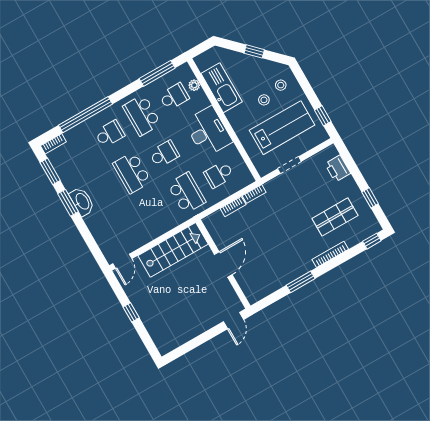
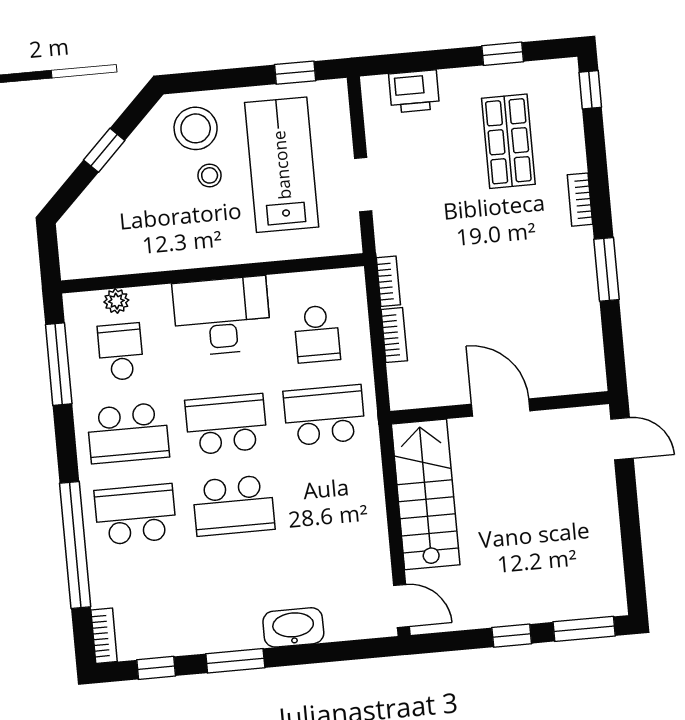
stool: (281, 85) -> (196, 128), width x1.89, depth x1.89
kitchen sink: (222, 88) -> (146, 249), removed
school desk: (110, 134) -> (135, 514), width x1.85
school desk: (164, 154) -> (226, 424), width x1.85
window: (50, 171) -> (156, 668), width x0.67
washbasin: (82, 202) -> (293, 627), moved
bookcase: (330, 254) -> (580, 200), width x0.64
window: (148, 341) -> (584, 629), added

